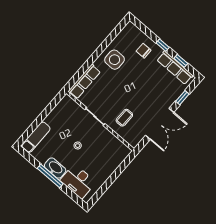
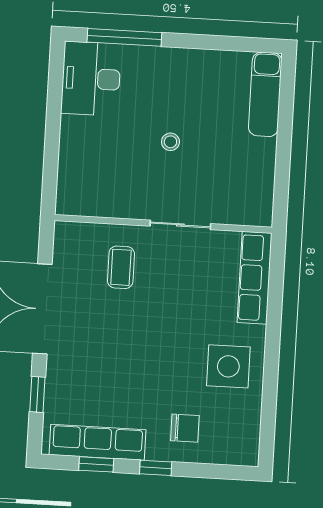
washbasin: (55, 168) -> (181, 63), removed
window: (50, 176) -> (124, 37), moved
desk: (78, 181) -> (91, 79), moved, turned -90

